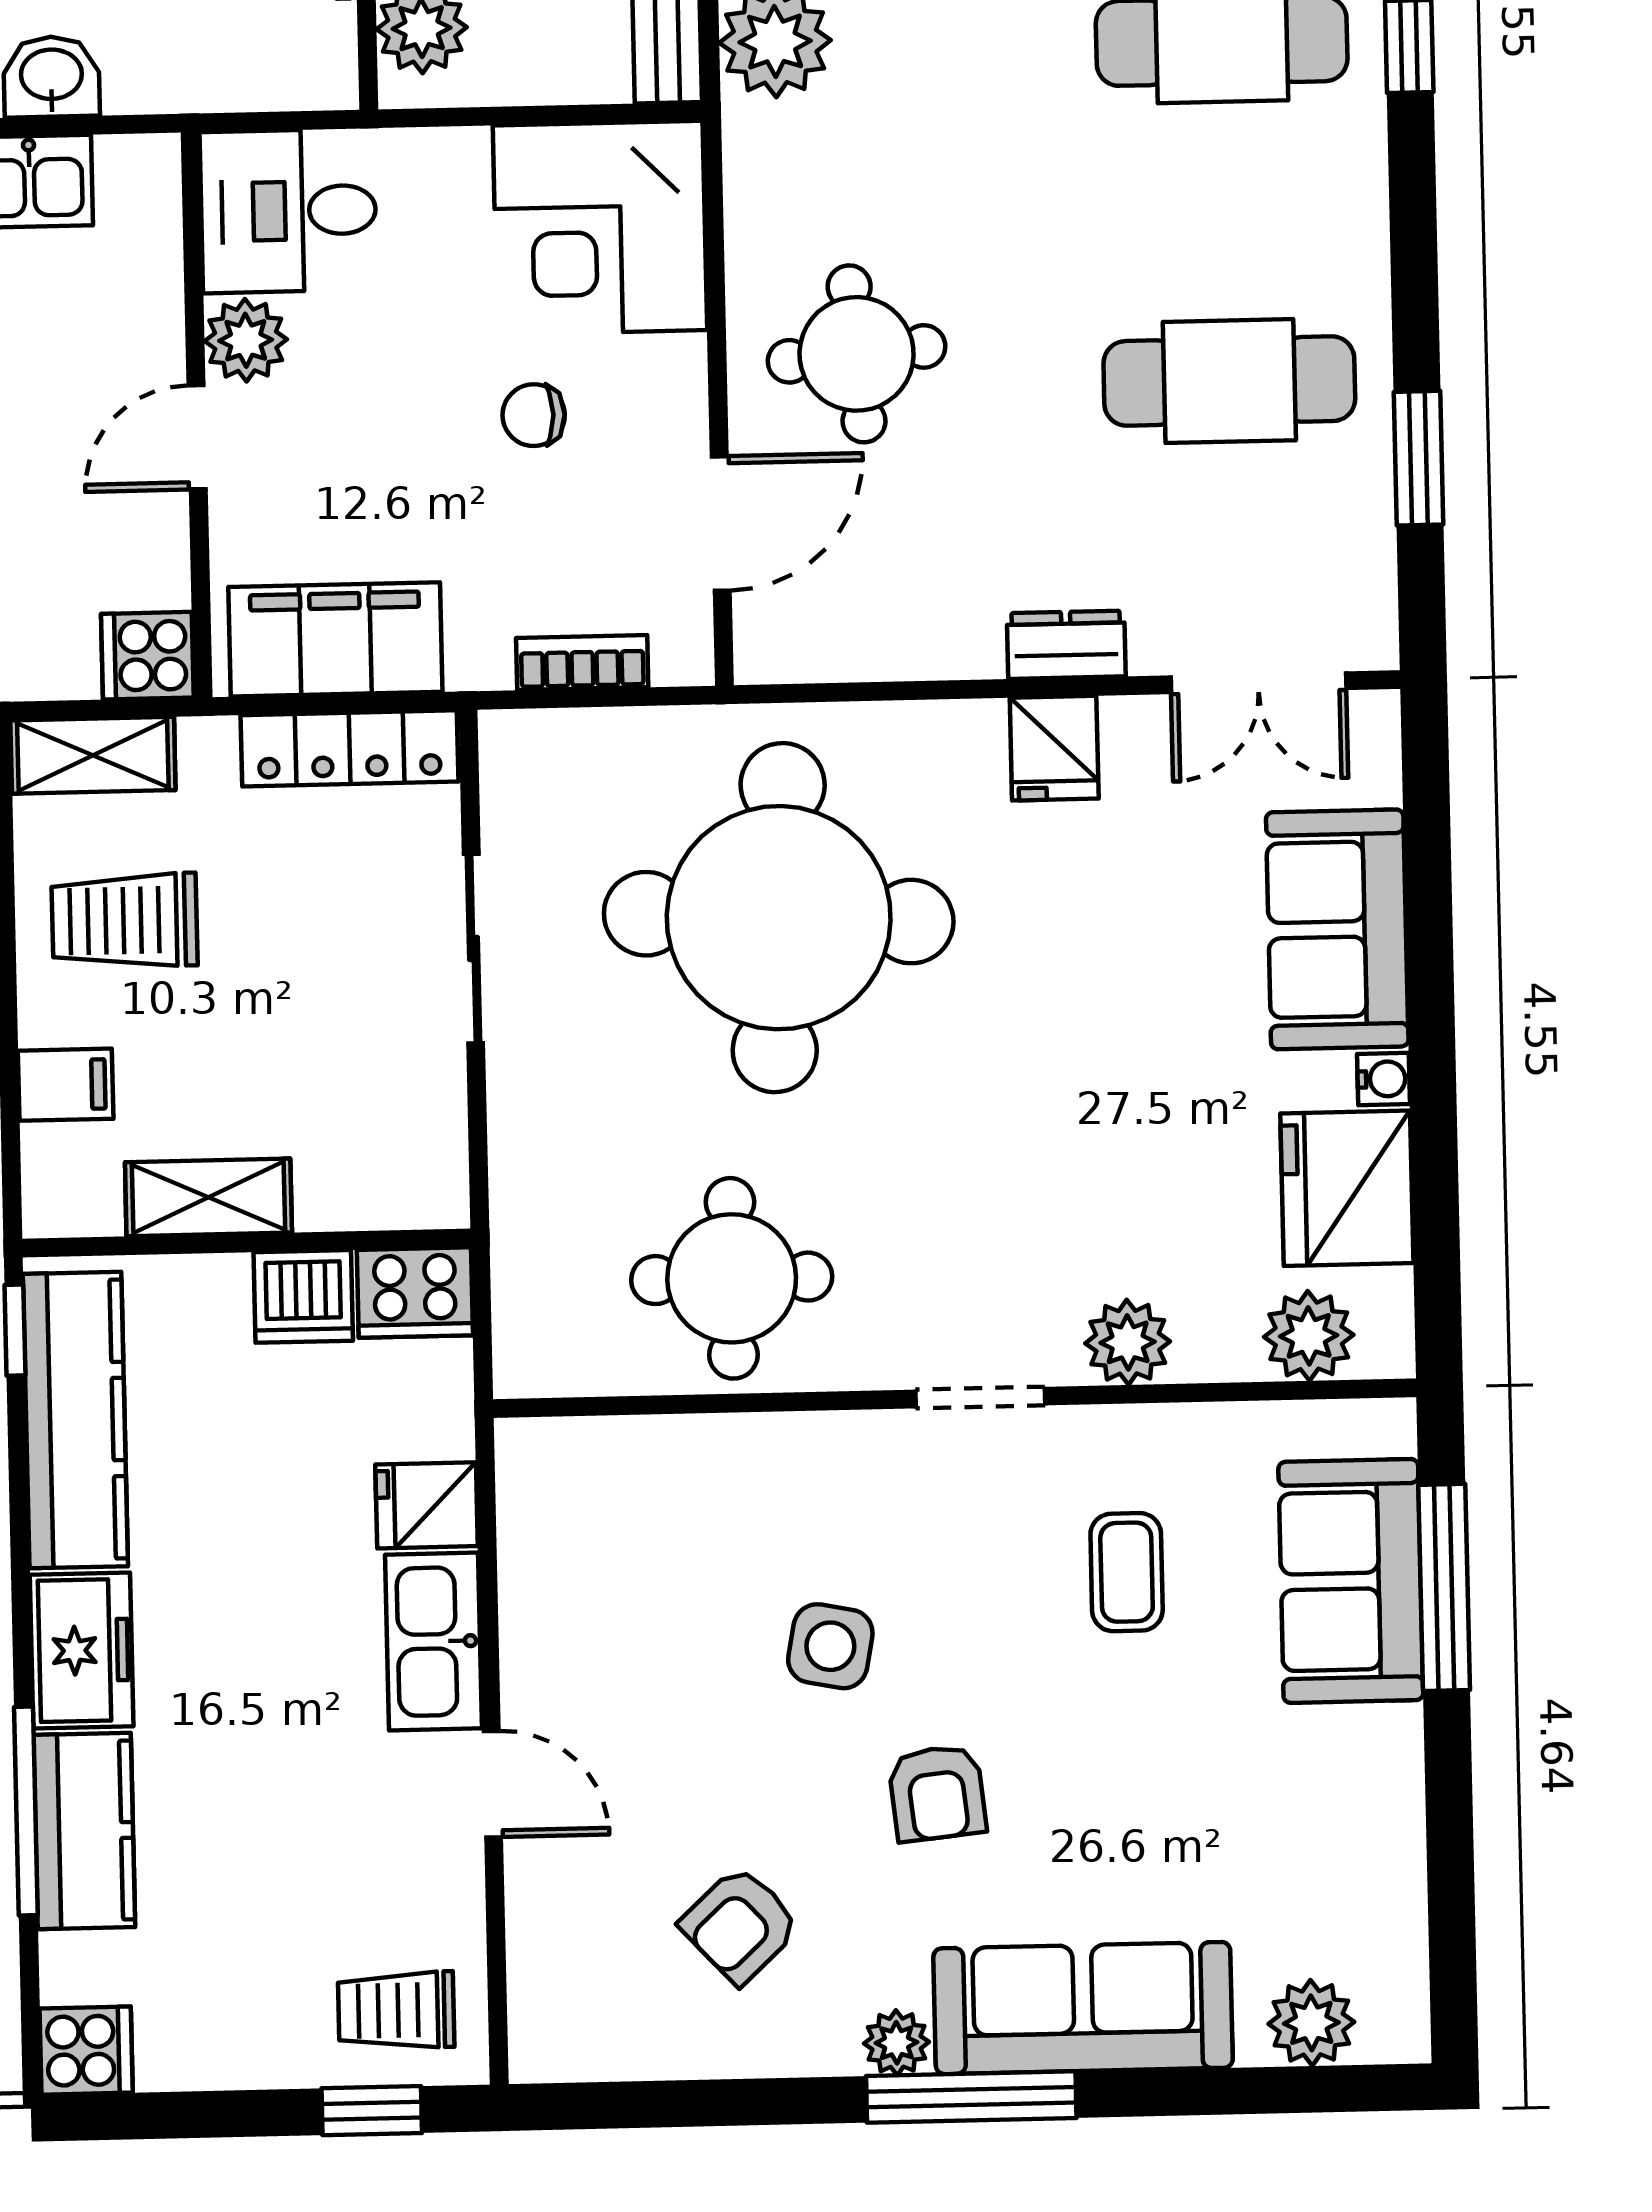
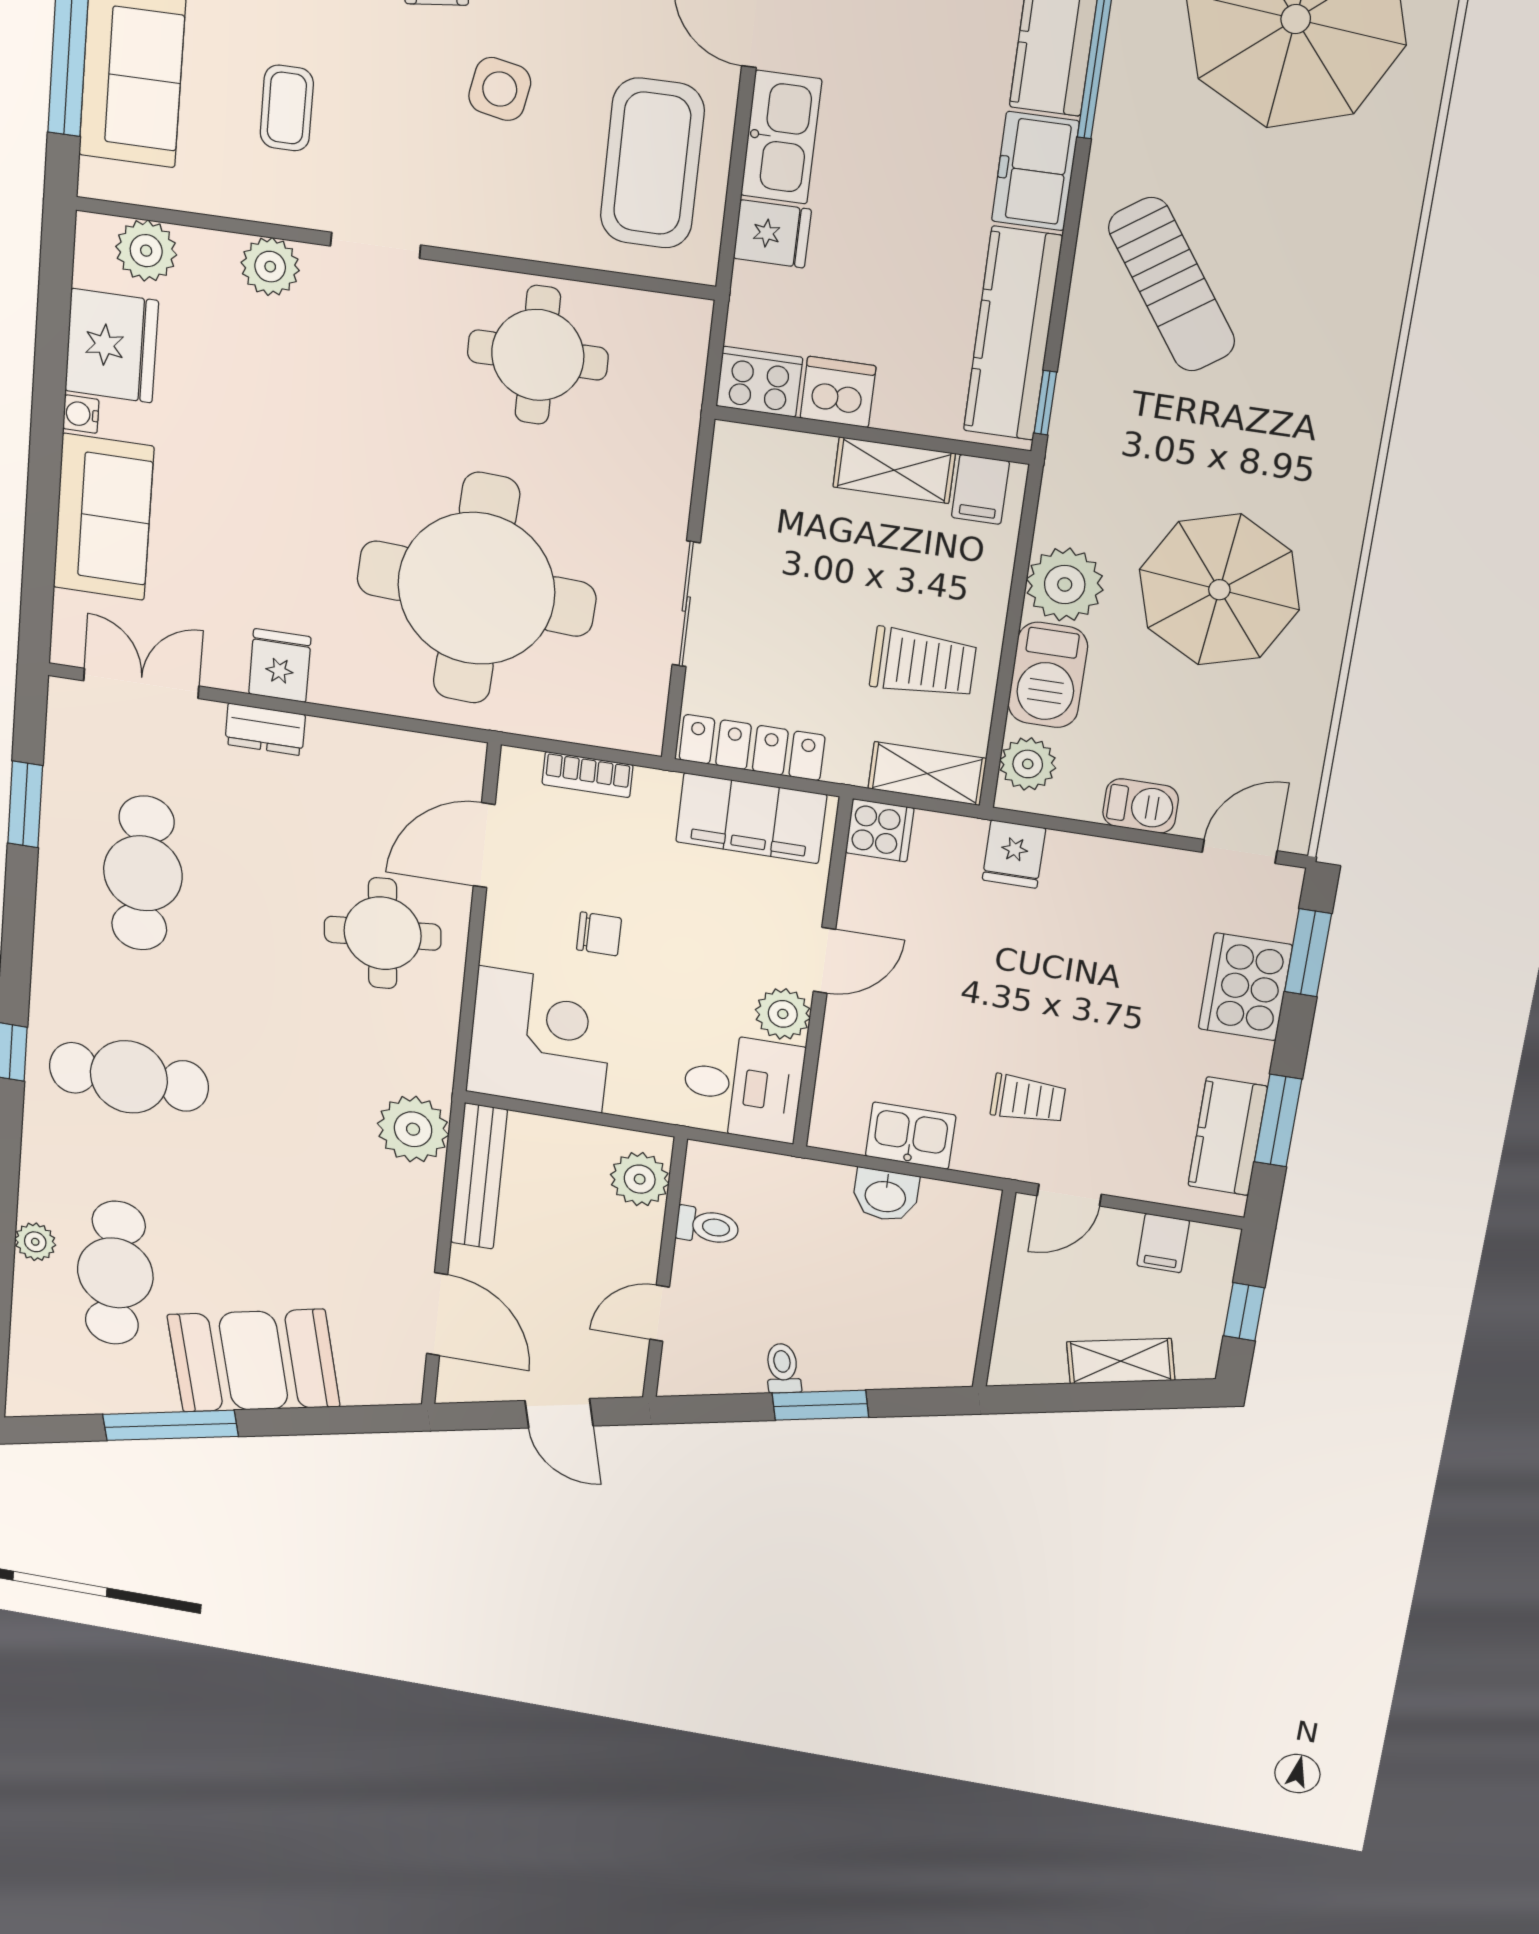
cafe table: (1229, 381) -> (143, 873), turned 90
filing cabinet: (66, 1085) -> (980, 489), moved, turned -90
coffee table: (606, 1577) -> (652, 163), added

